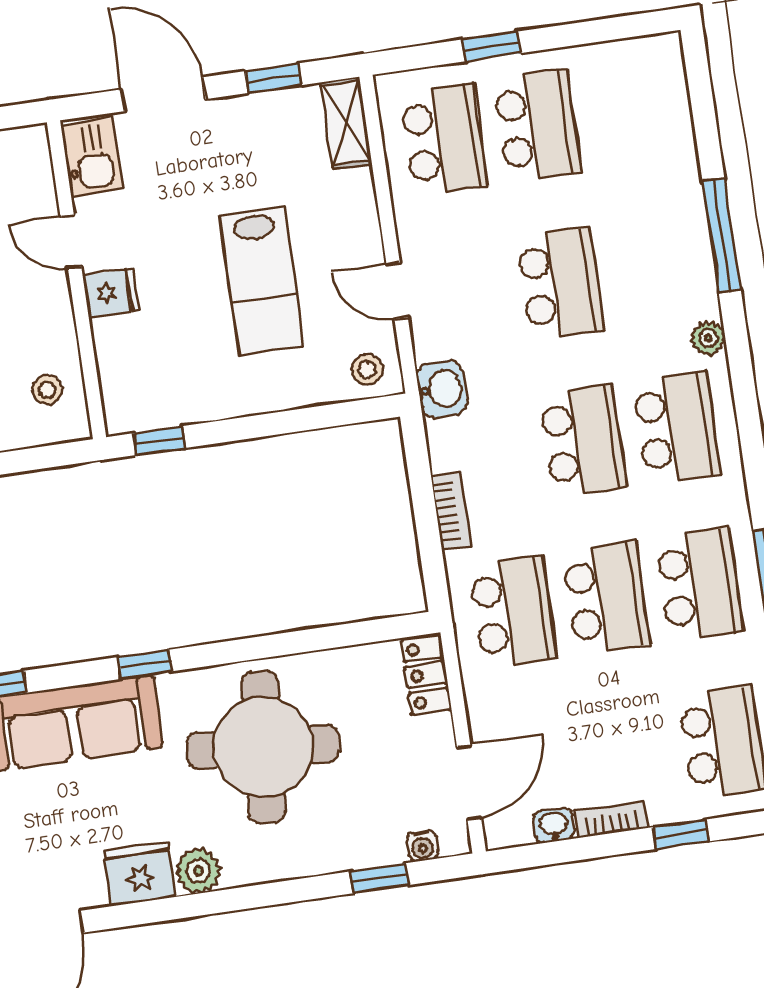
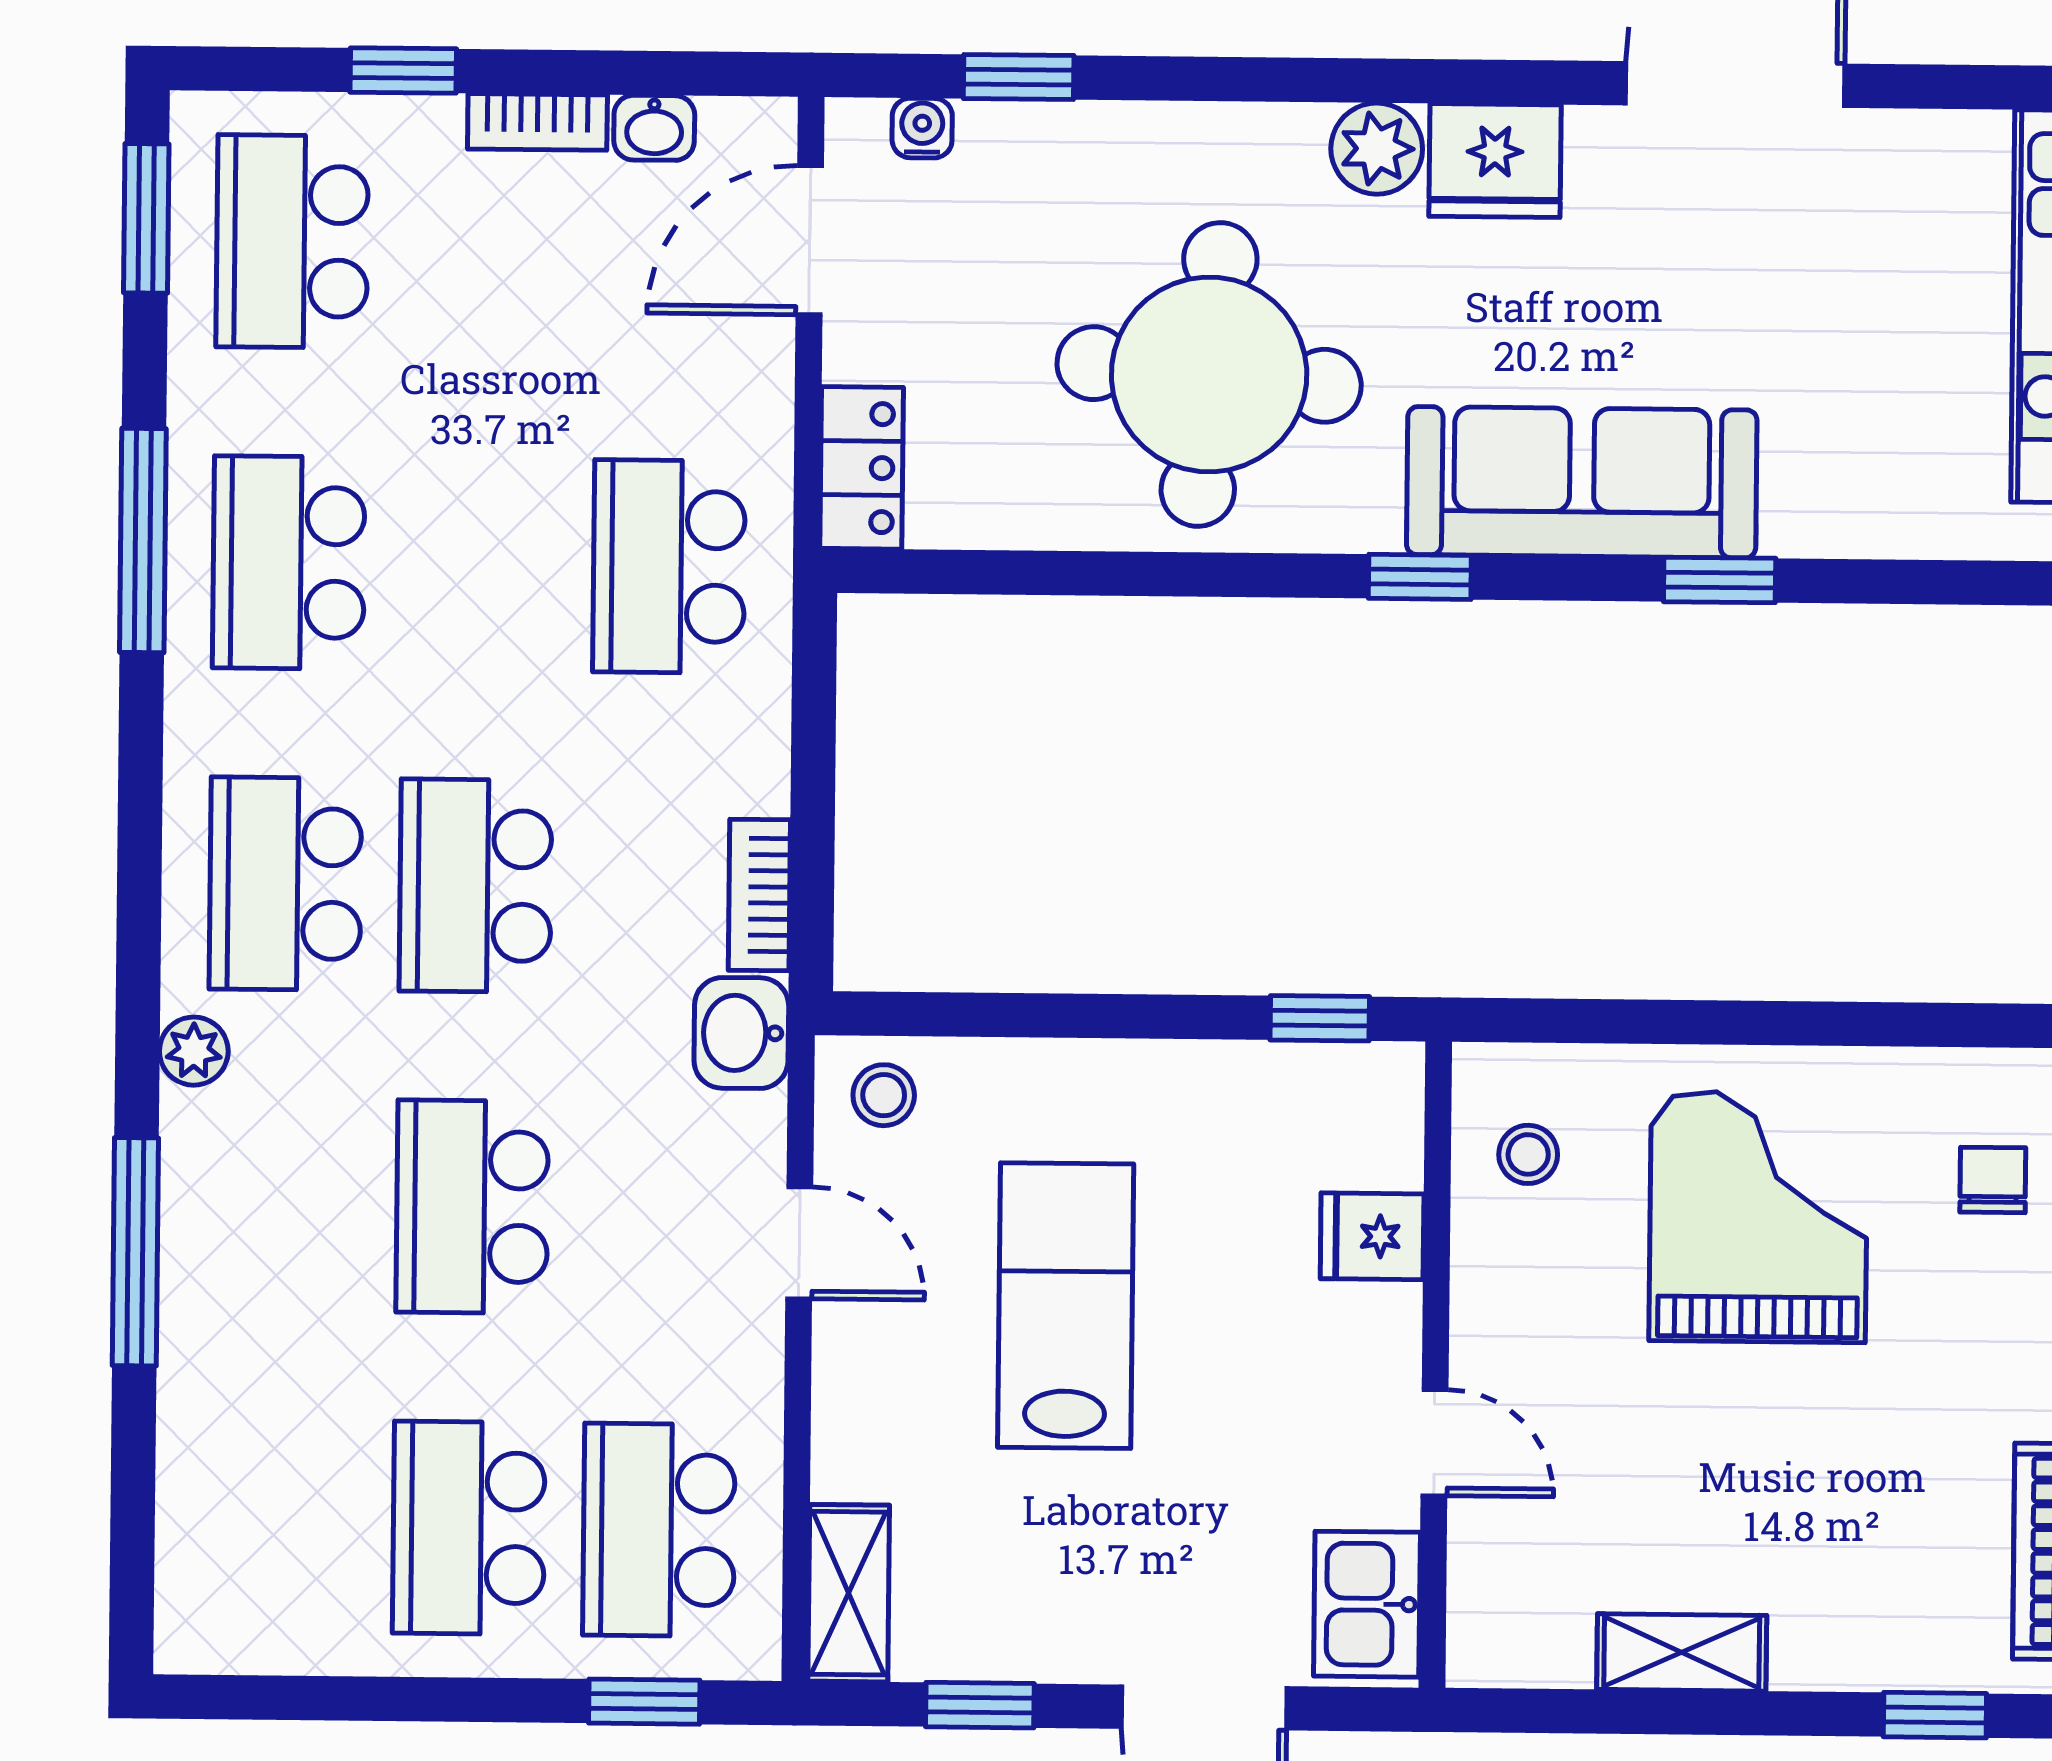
window: (492, 46) -> (644, 1702), moved
fridge: (111, 293) -> (1372, 1236), moved
bookcase: (451, 511) -> (759, 895), moved
school desk: (606, 598) -> (479, 564), removed

